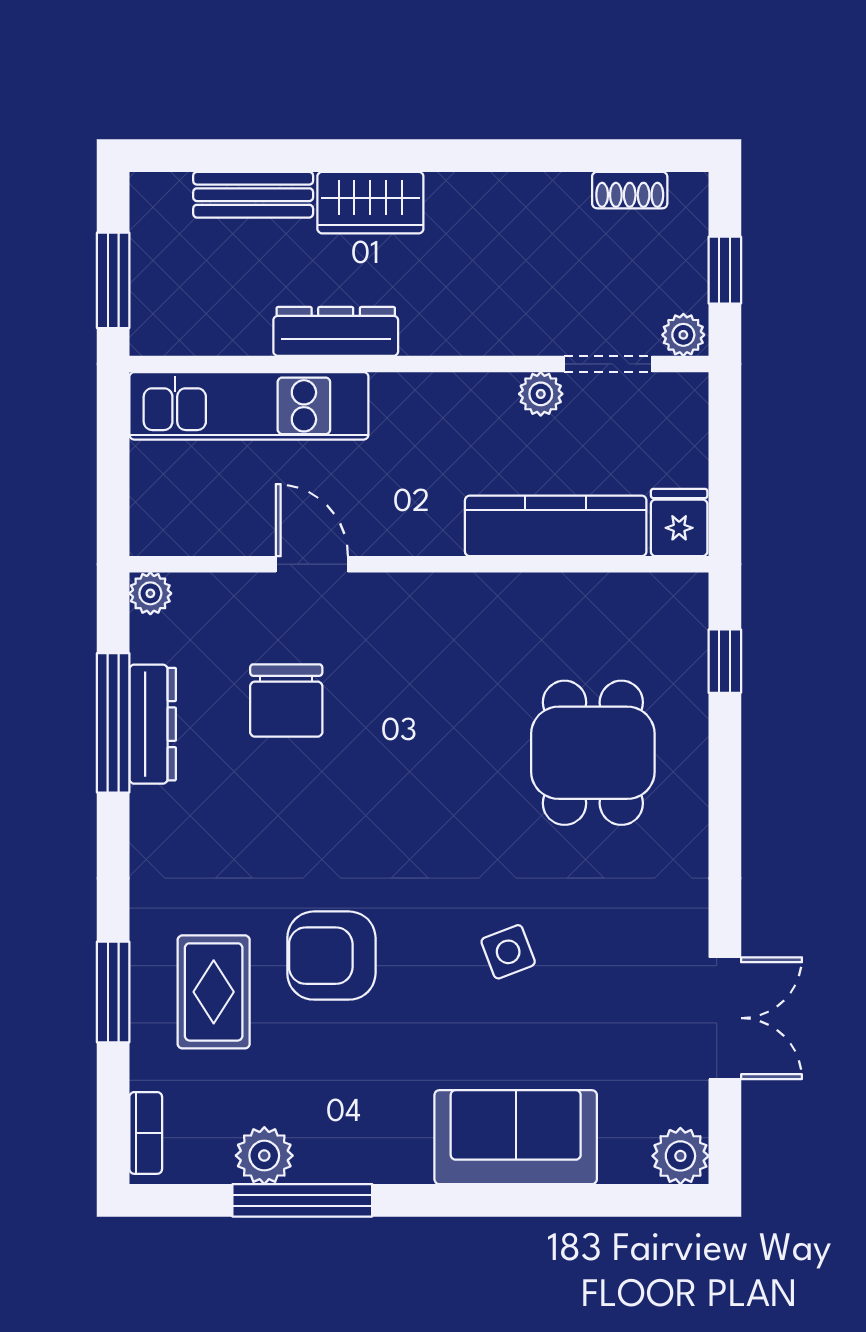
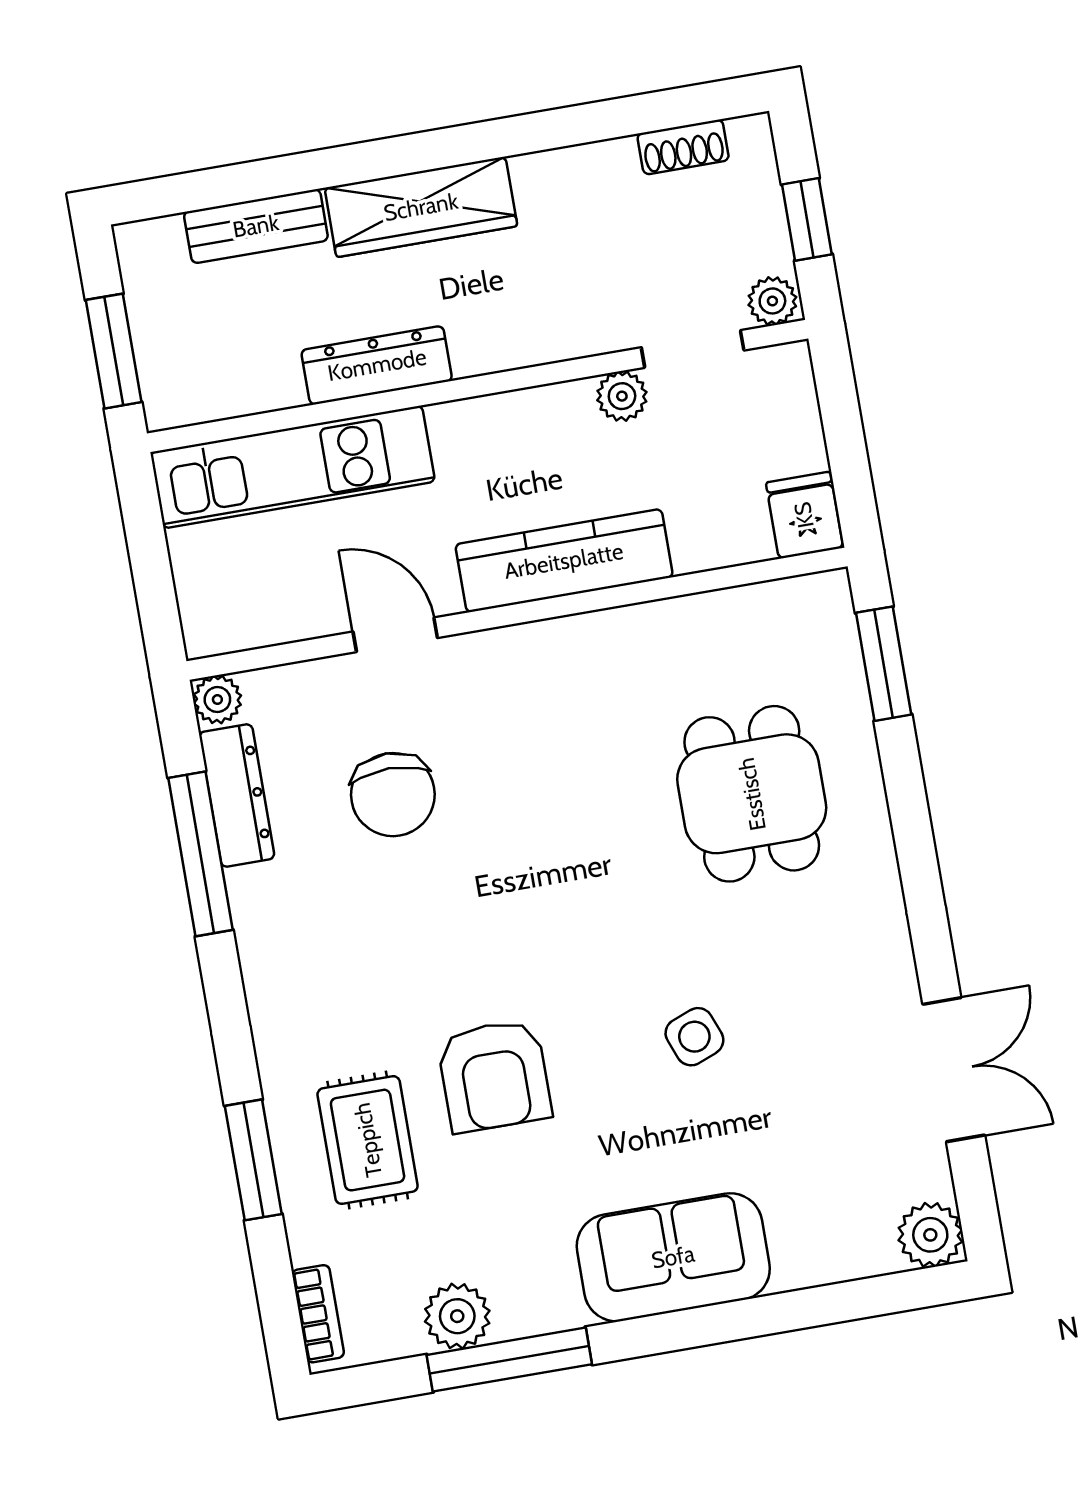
wardrobe: (370, 203) -> (421, 207), width x1.50
kitchen counter: (556, 526) -> (564, 561), moved
window: (725, 661) -> (884, 664), width x1.50
dresser: (153, 724) -> (237, 795), moved
armchair: (331, 956) -> (494, 1076), turned -90
sofa: (516, 1137) -> (673, 1257), moved

